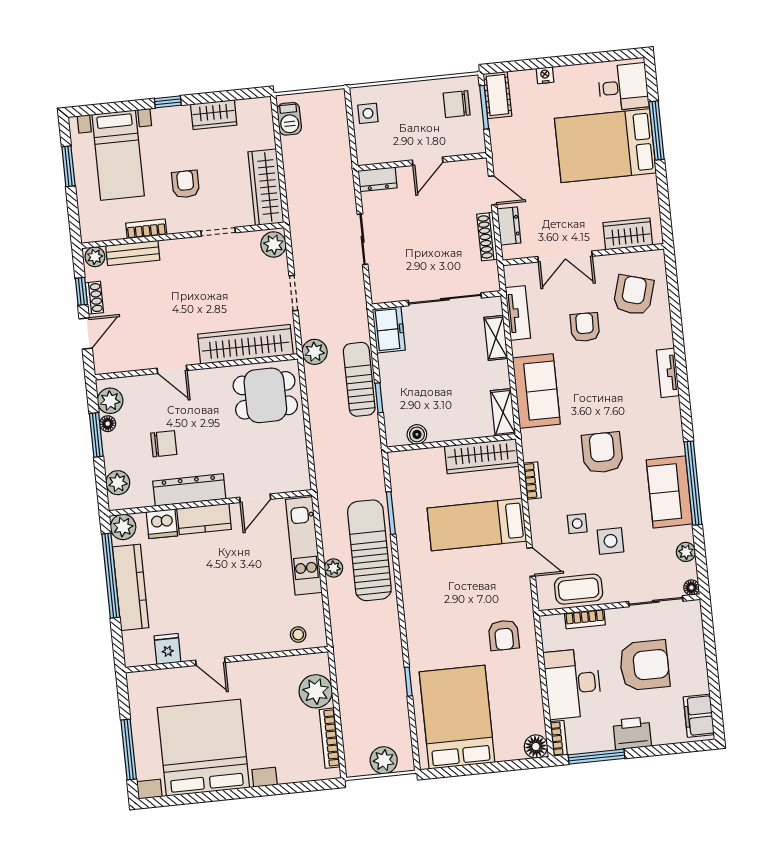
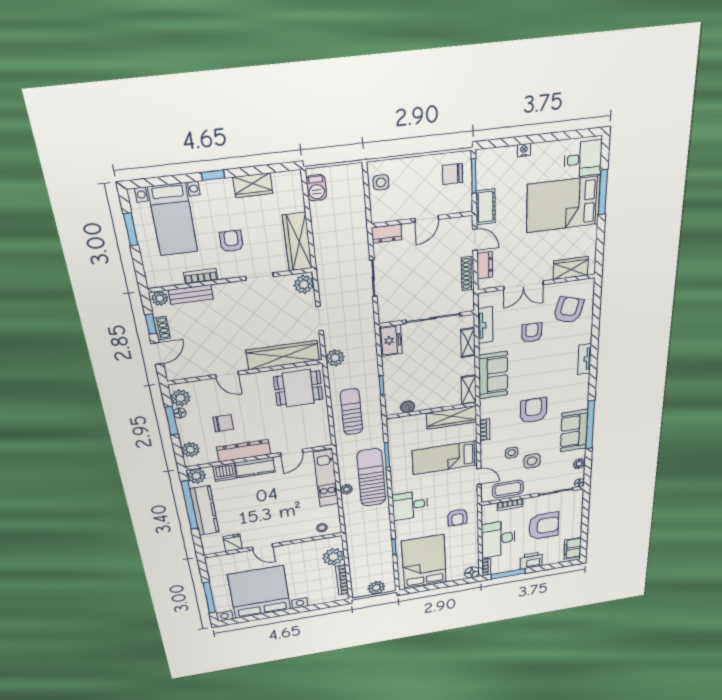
cot: (497, 95) -> (486, 207), moved
sun lounger: (359, 379) -> (351, 412), moved
desk: (429, 606) -> (410, 505), added

